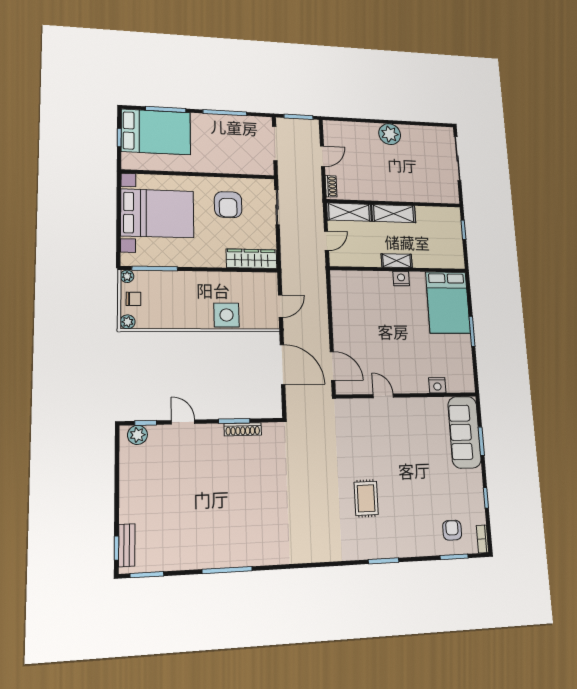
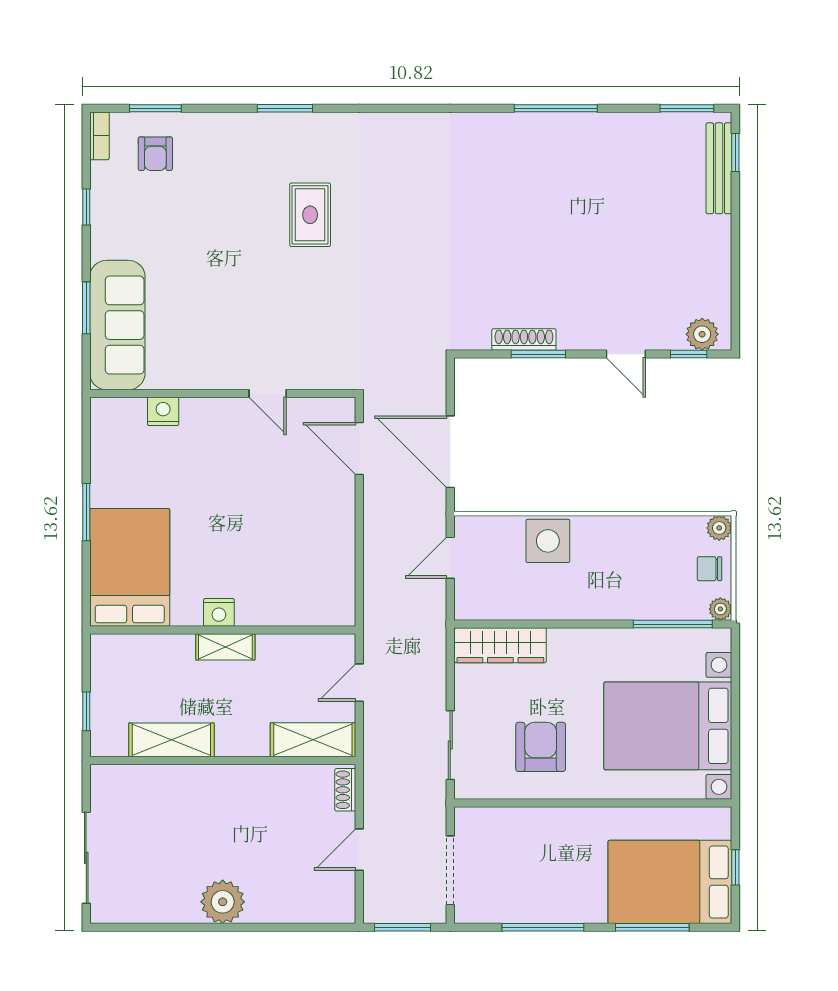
shelving: (394, 214) -> (171, 740), moved
bench: (127, 545) -> (719, 168), width x1.36

